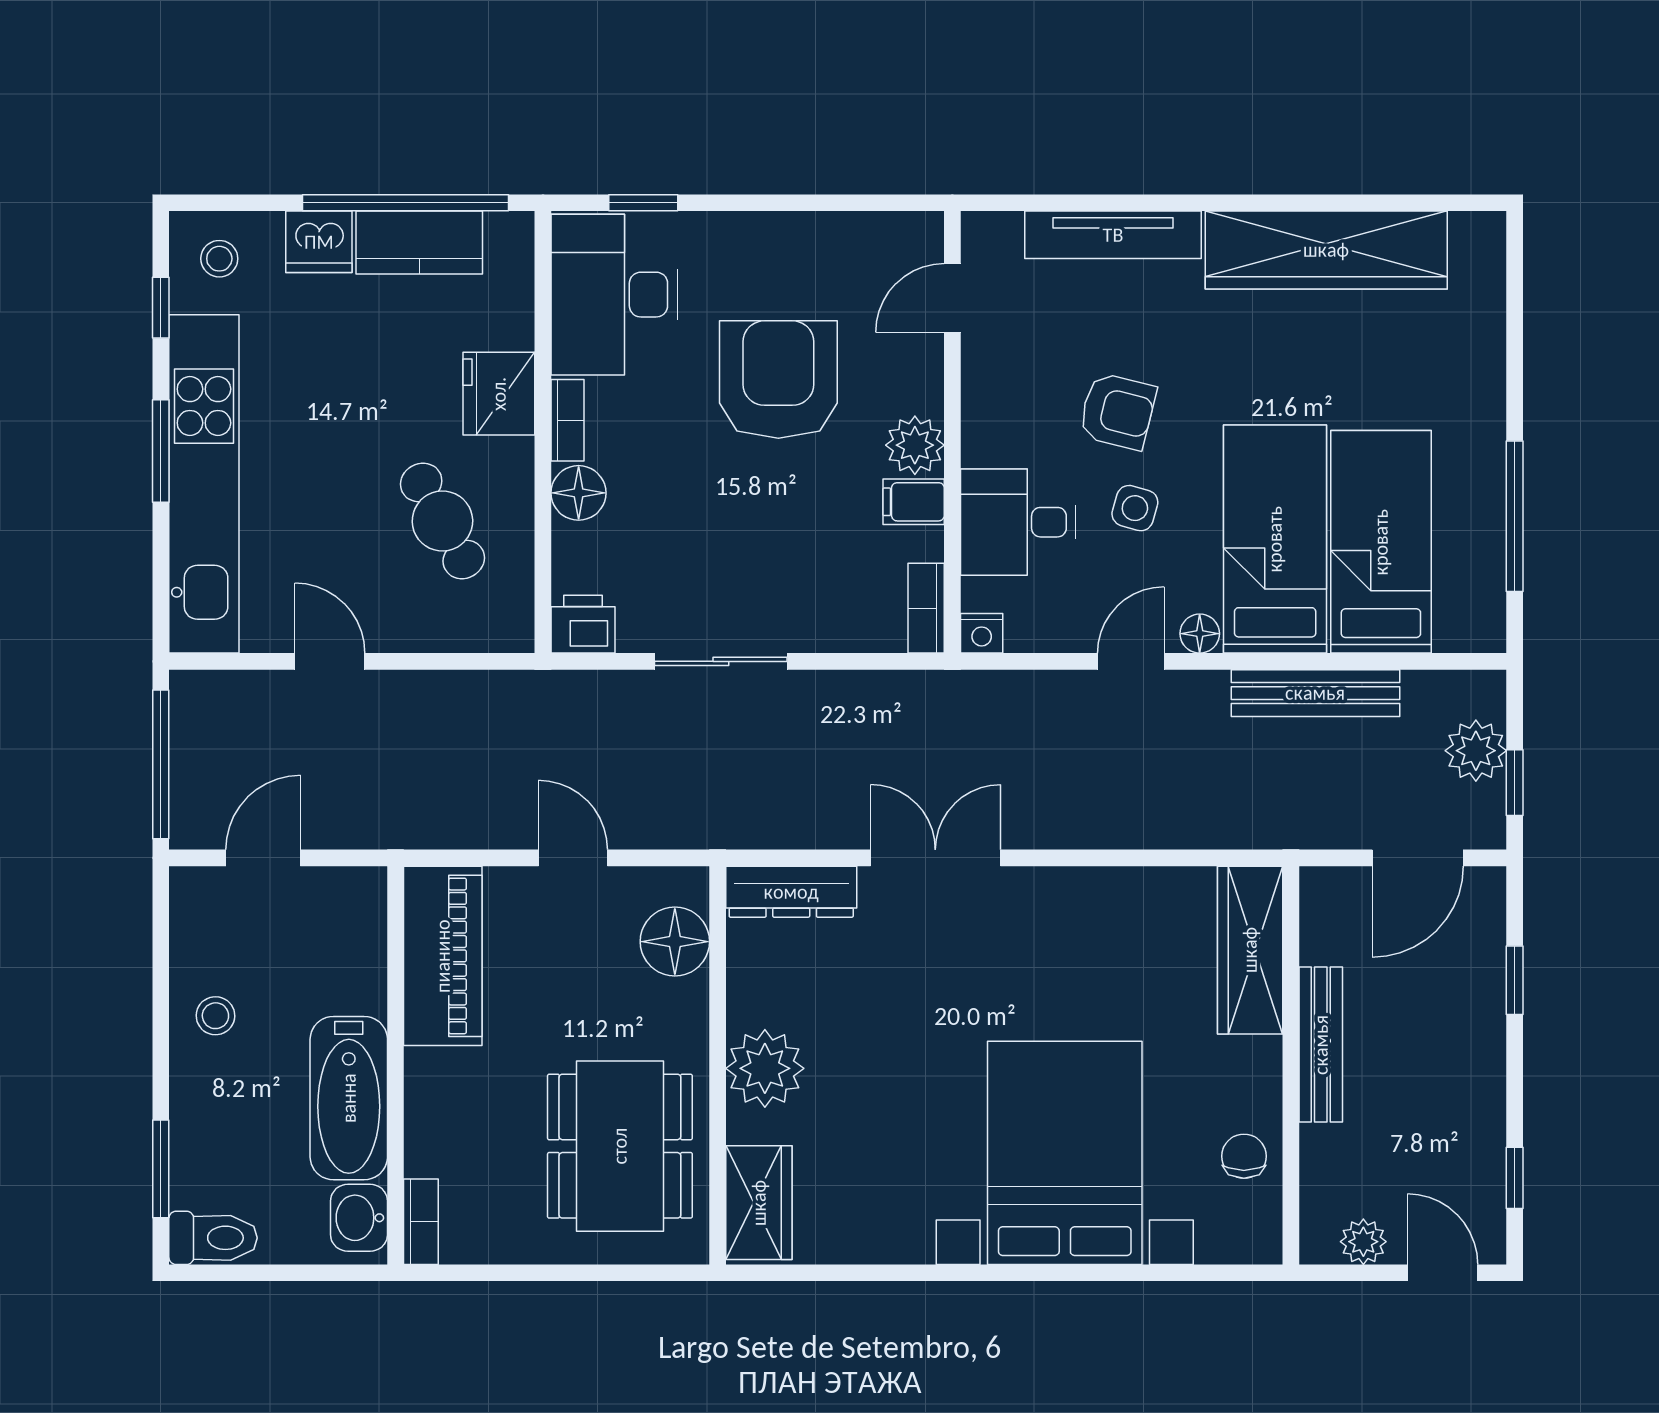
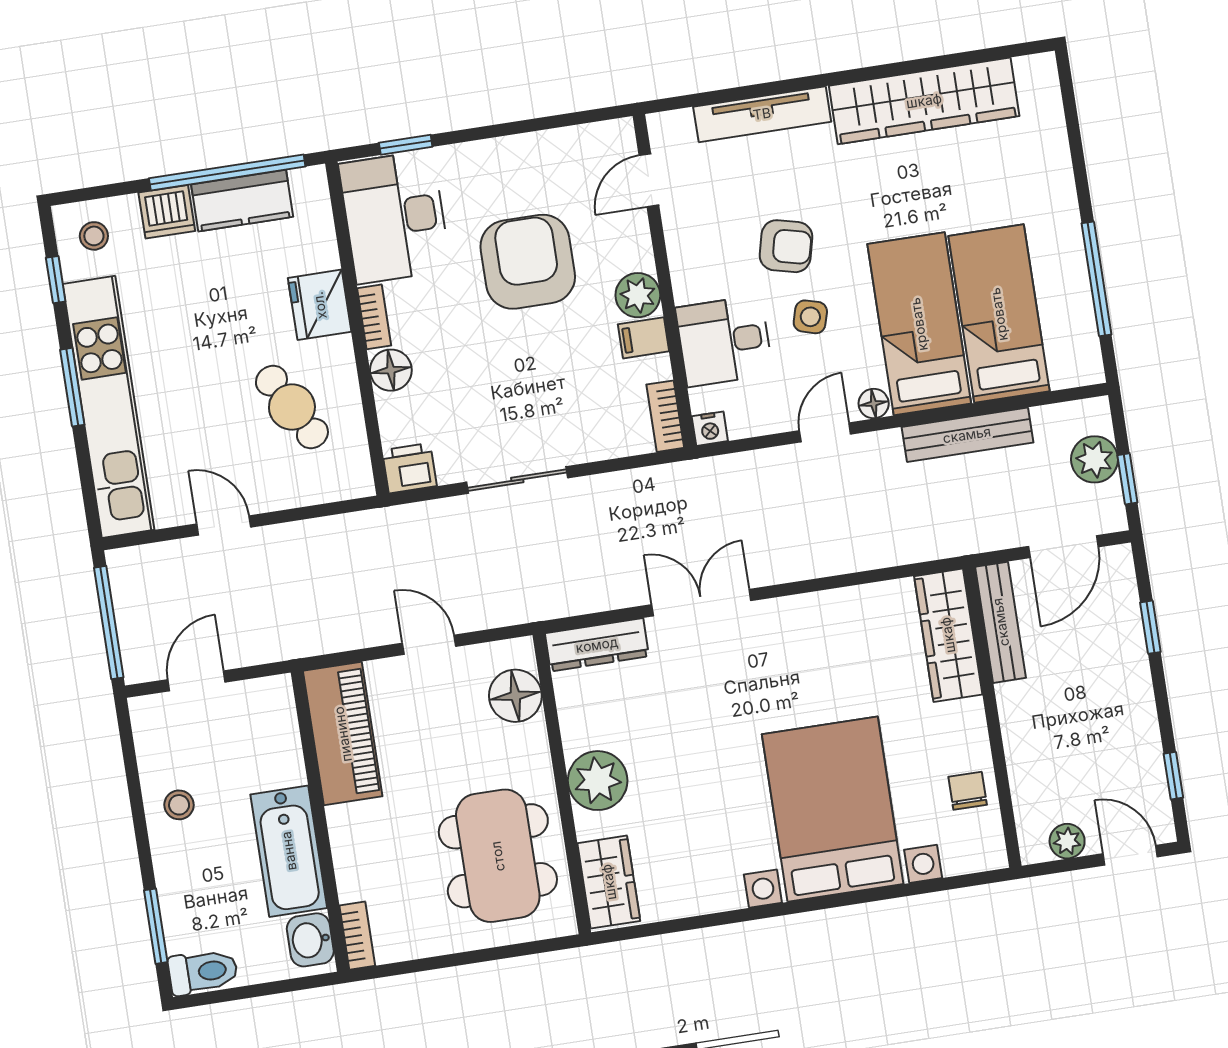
bench: (1321, 1045) -> (1001, 622), moved

